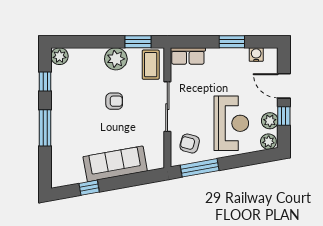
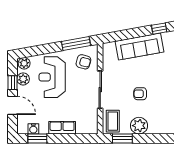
window: (232, 42) -> (37, 138), moved
row of seats: (188, 56) -> (62, 128), moved

